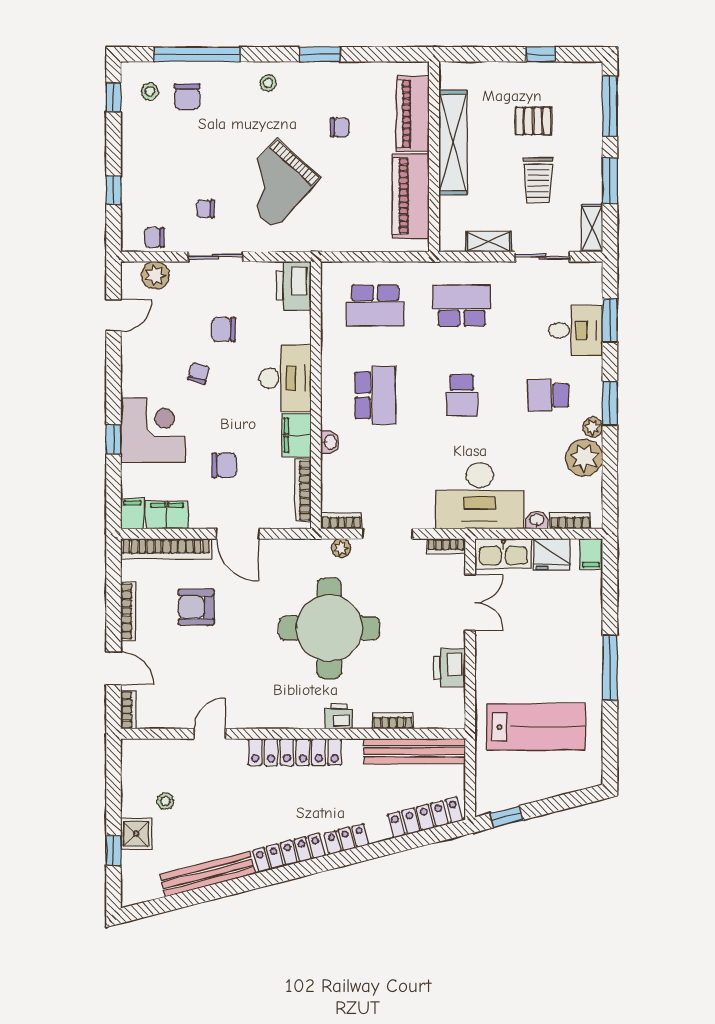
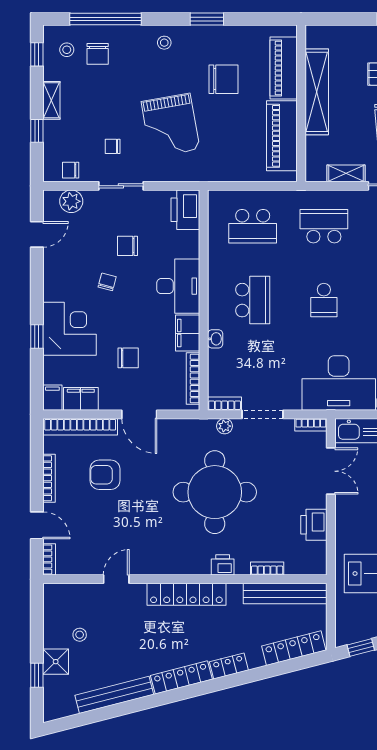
chair: (340, 127) -> (223, 79), width x1.87, depth x1.87
shelving: (131, 153) -> (51, 100), added
grand piano: (276, 183) -> (170, 125), turned -52

